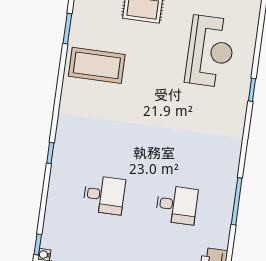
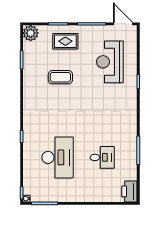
reception desk: (210, 51) -> (110, 62), turned 180
coffee table: (97, 65) -> (60, 77), moved, width x0.73, depth x0.76
desk: (104, 195) -> (58, 157), width x1.87, depth x1.30

